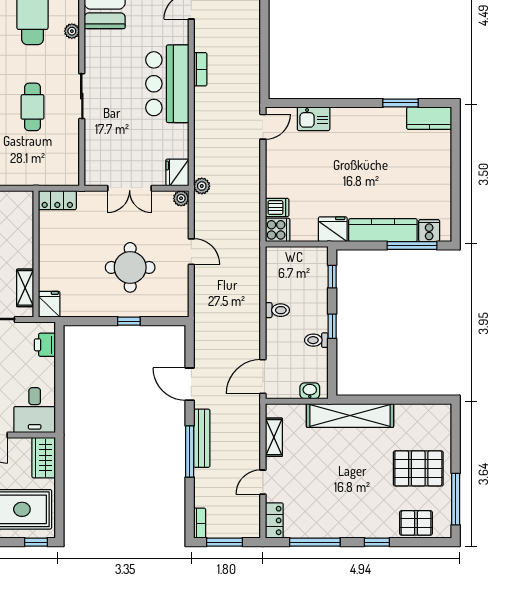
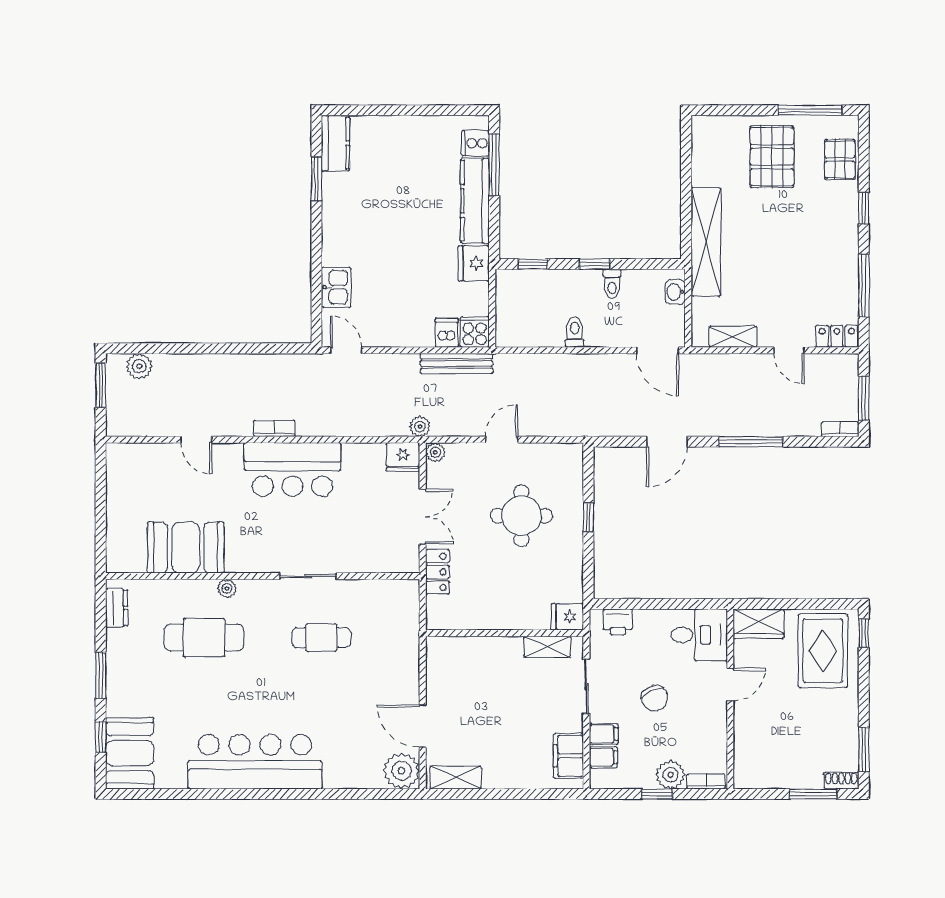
locker: (57, 200) -> (438, 572), moved
bench: (202, 438) -> (456, 364), moved

